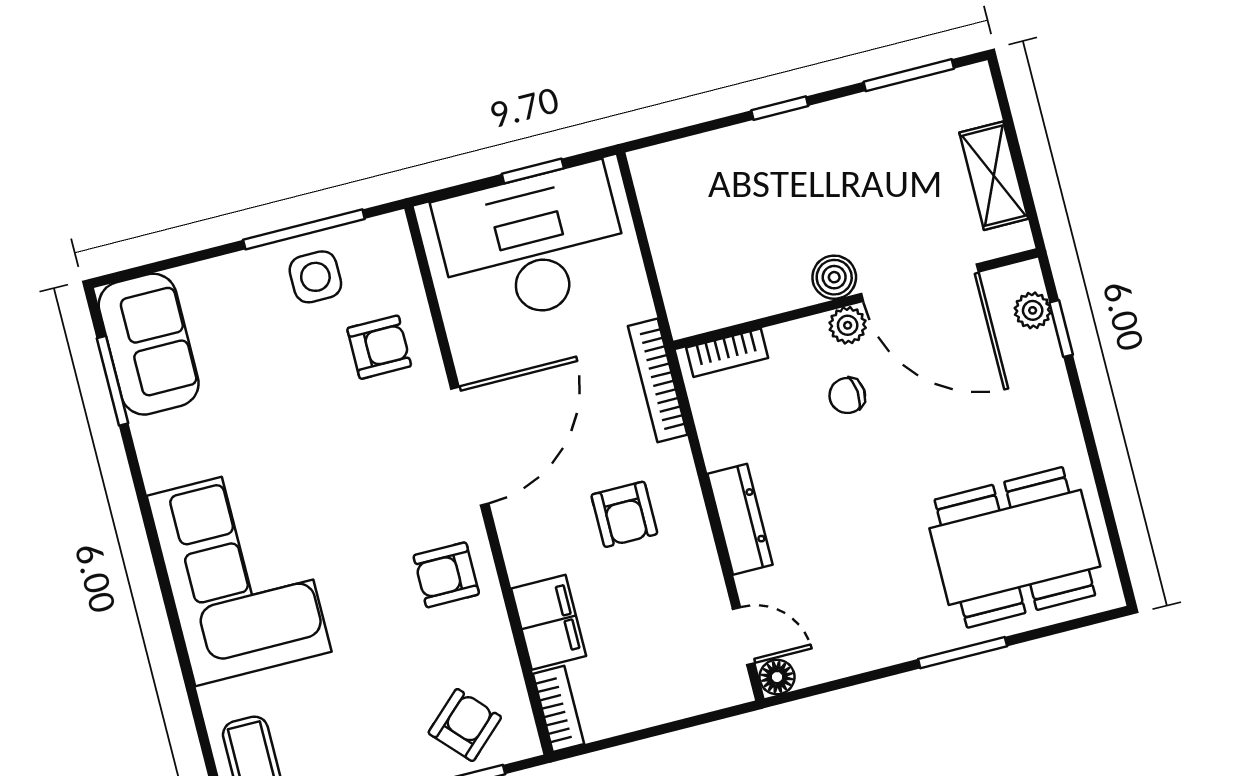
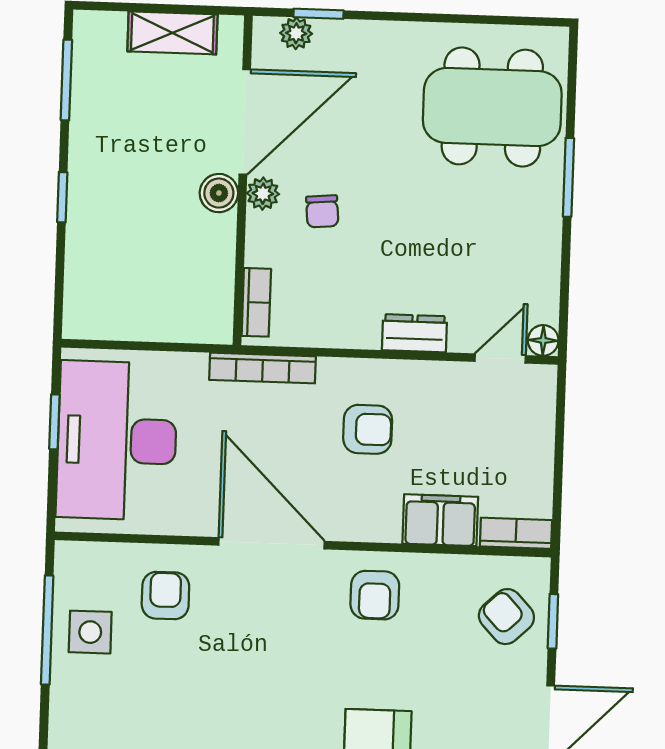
dresser: (740, 519) -> (414, 333), width x0.70
dining table: (1015, 547) -> (492, 107), turned 90

